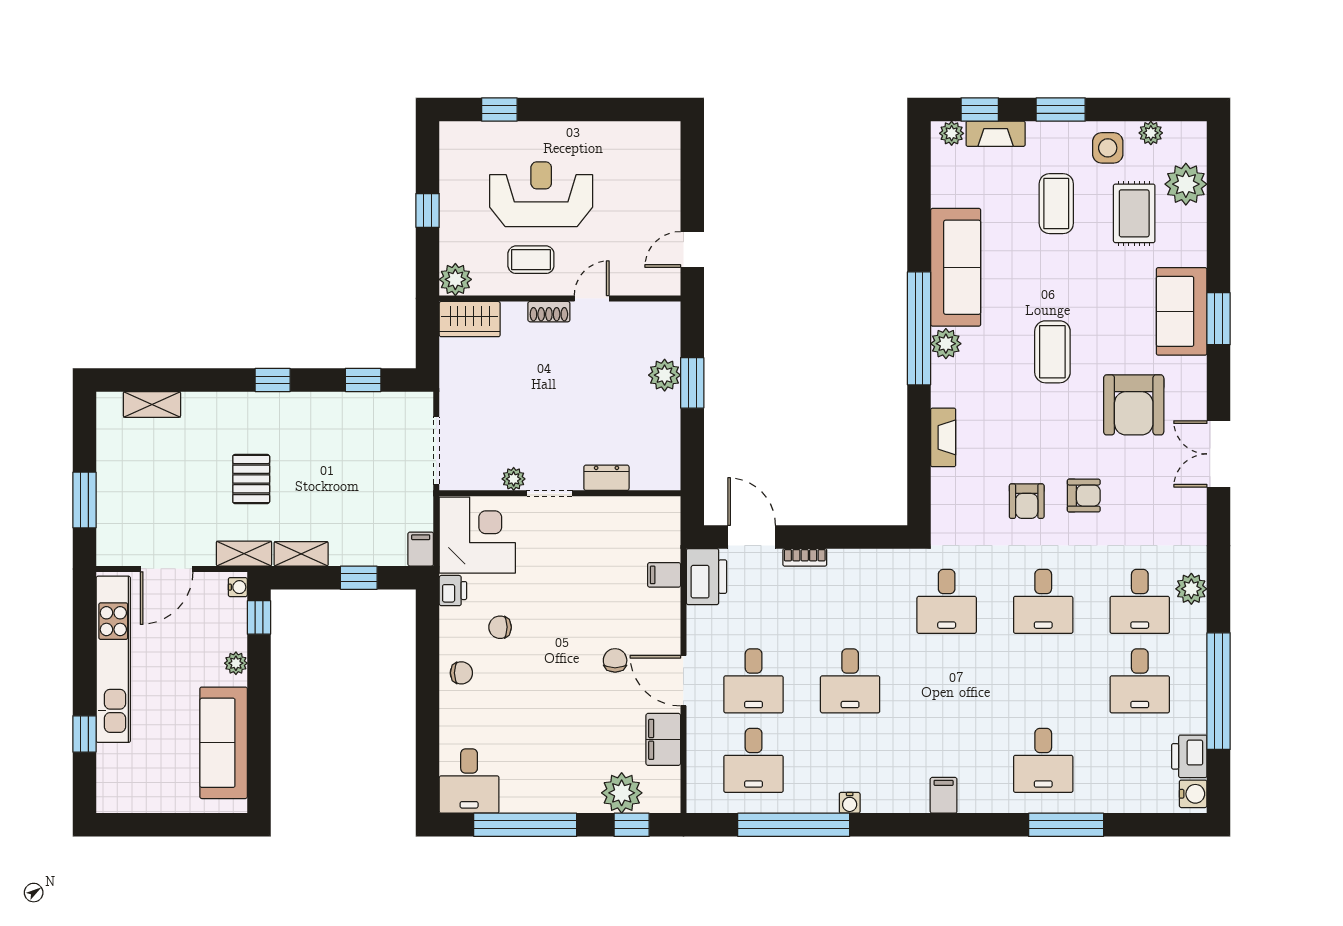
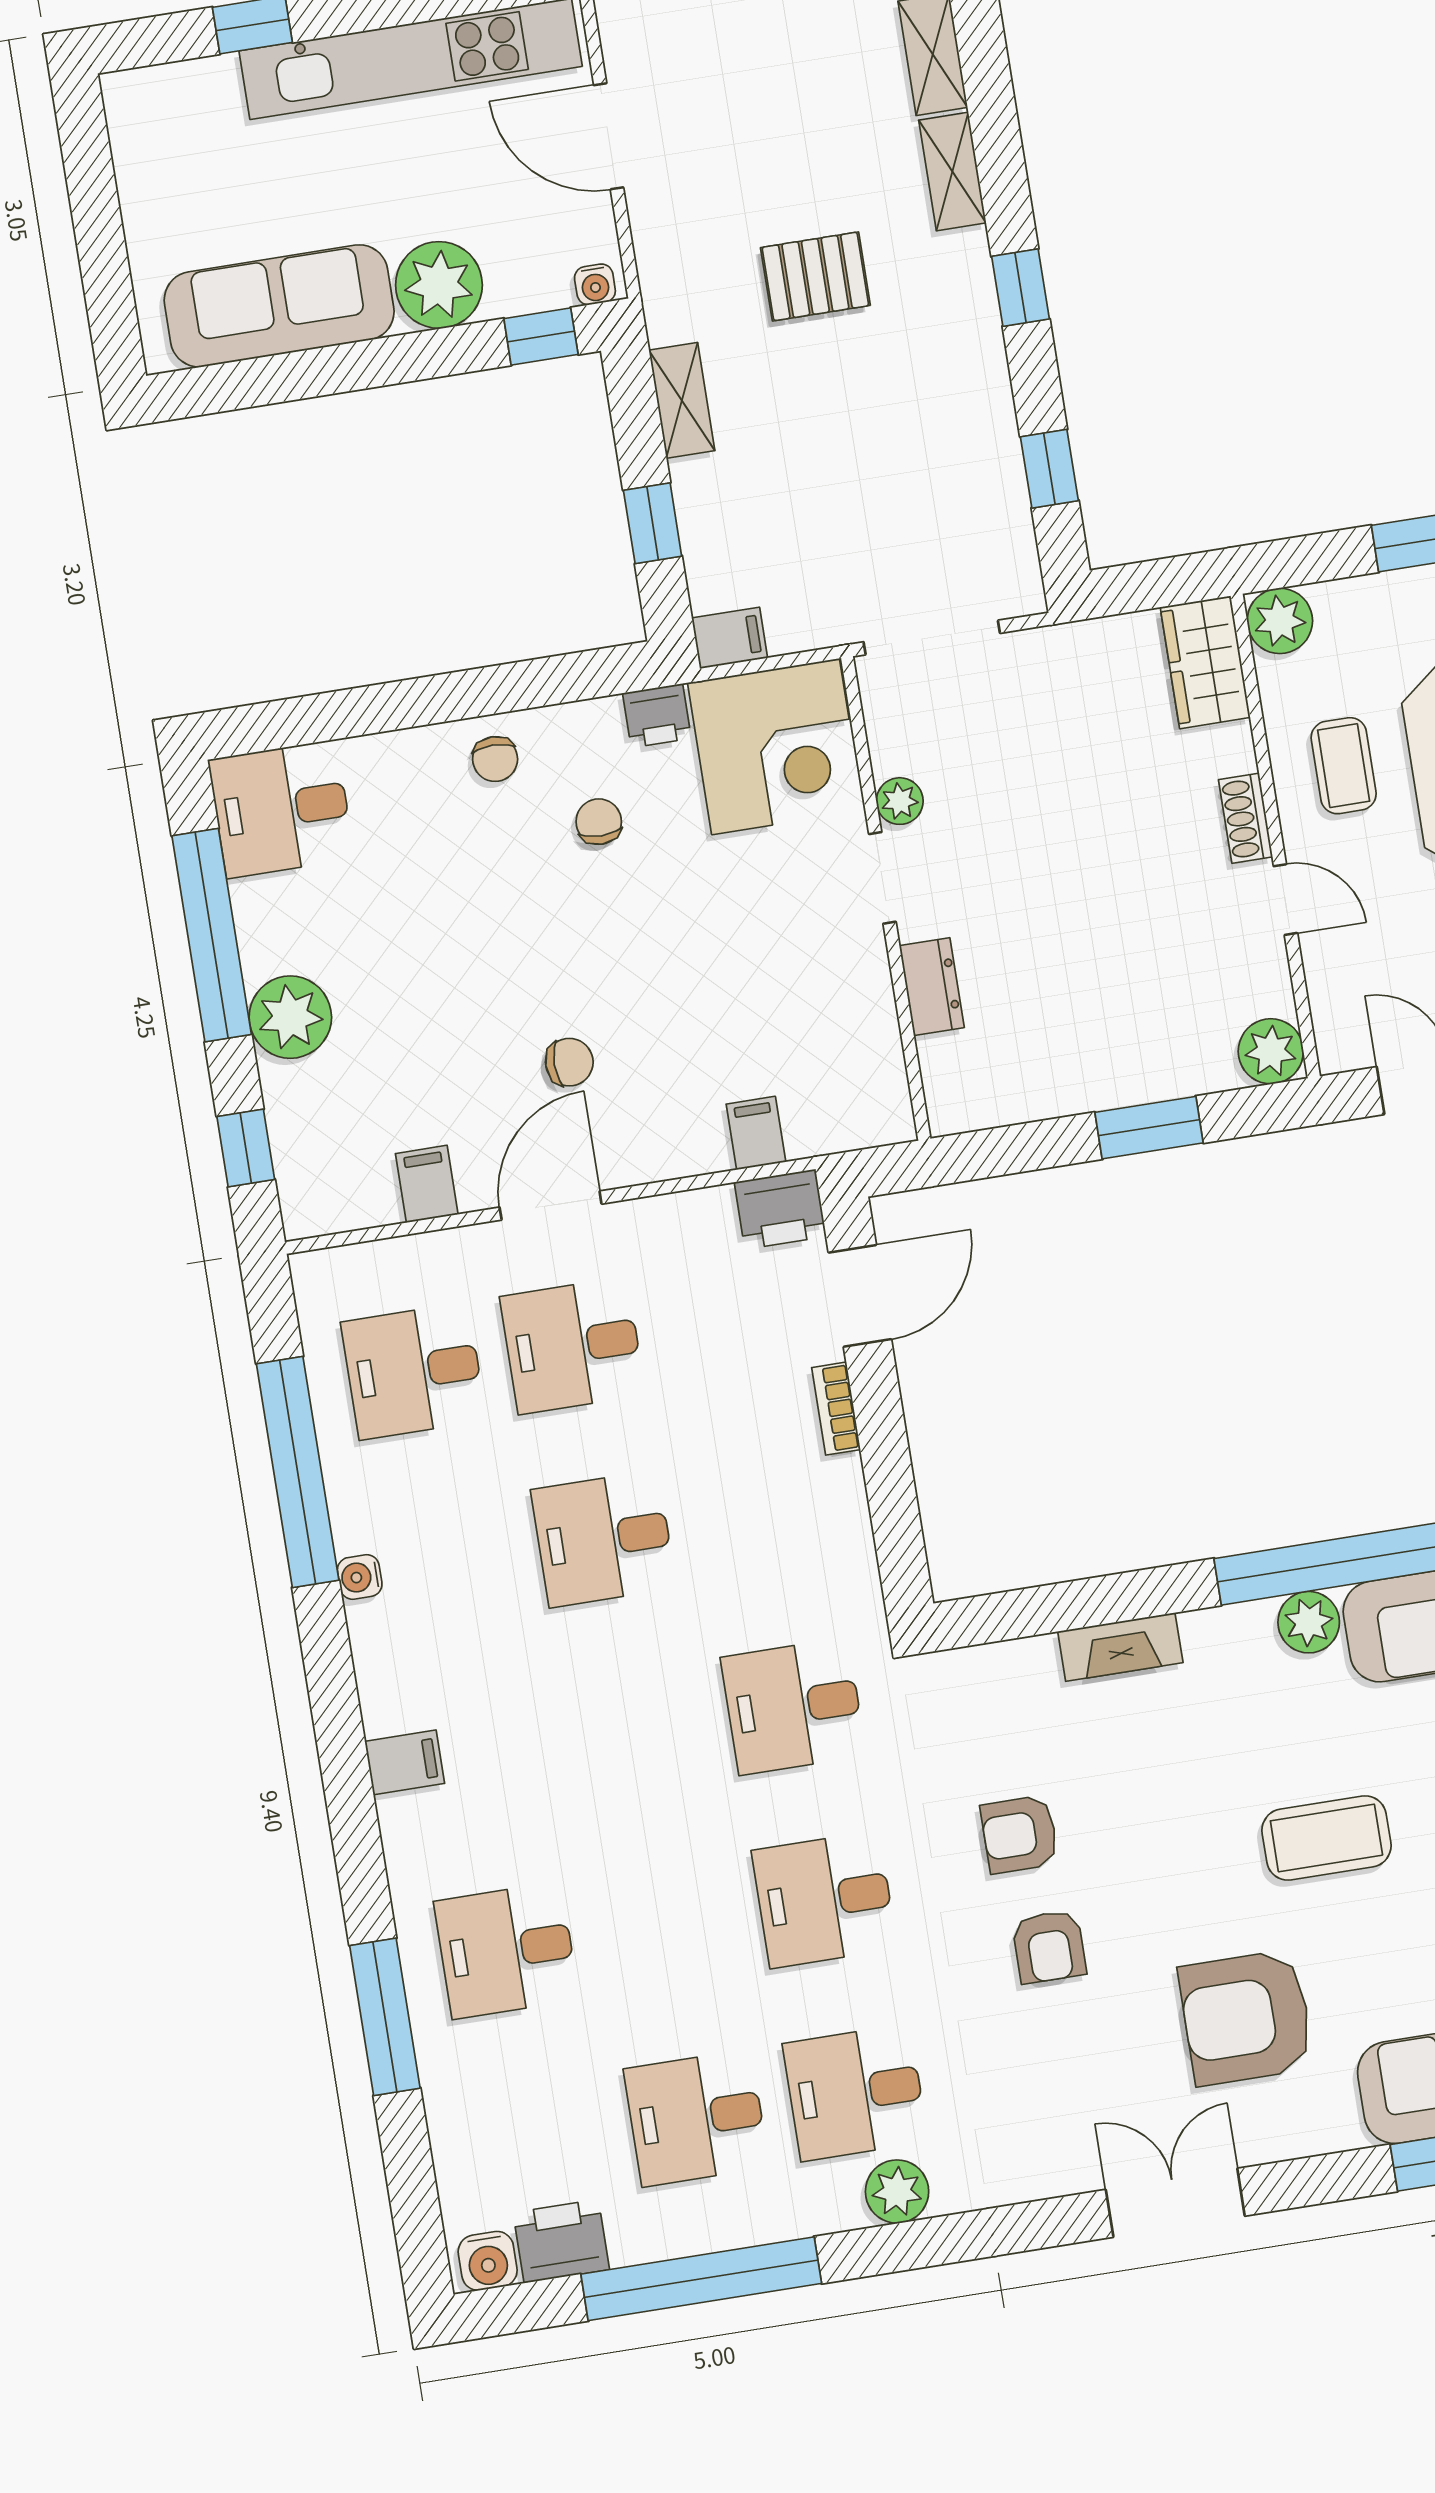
plant: (665, 375) -> (1271, 1051), moved
shelving: (244, 554) -> (952, 172), moved
printer: (707, 577) -> (780, 1209), width x0.73, depth x0.84
plant: (236, 663) -> (439, 285), width x1.88, depth x1.88
filing cabinet: (663, 739) -> (427, 1184), width x0.50
plant: (622, 793) -> (290, 1017), moved

